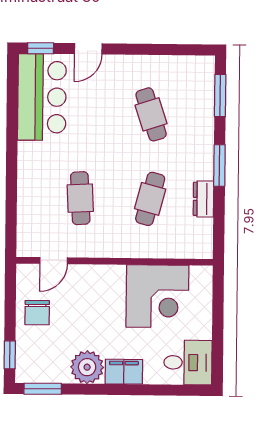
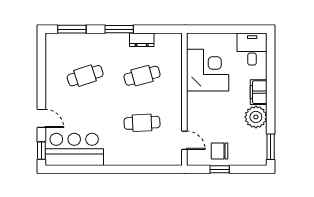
cafe table: (150, 199) -> (142, 76), turned -30
chair: (37, 313) -> (220, 151), turned 180
window: (10, 355) -> (220, 169), moved

